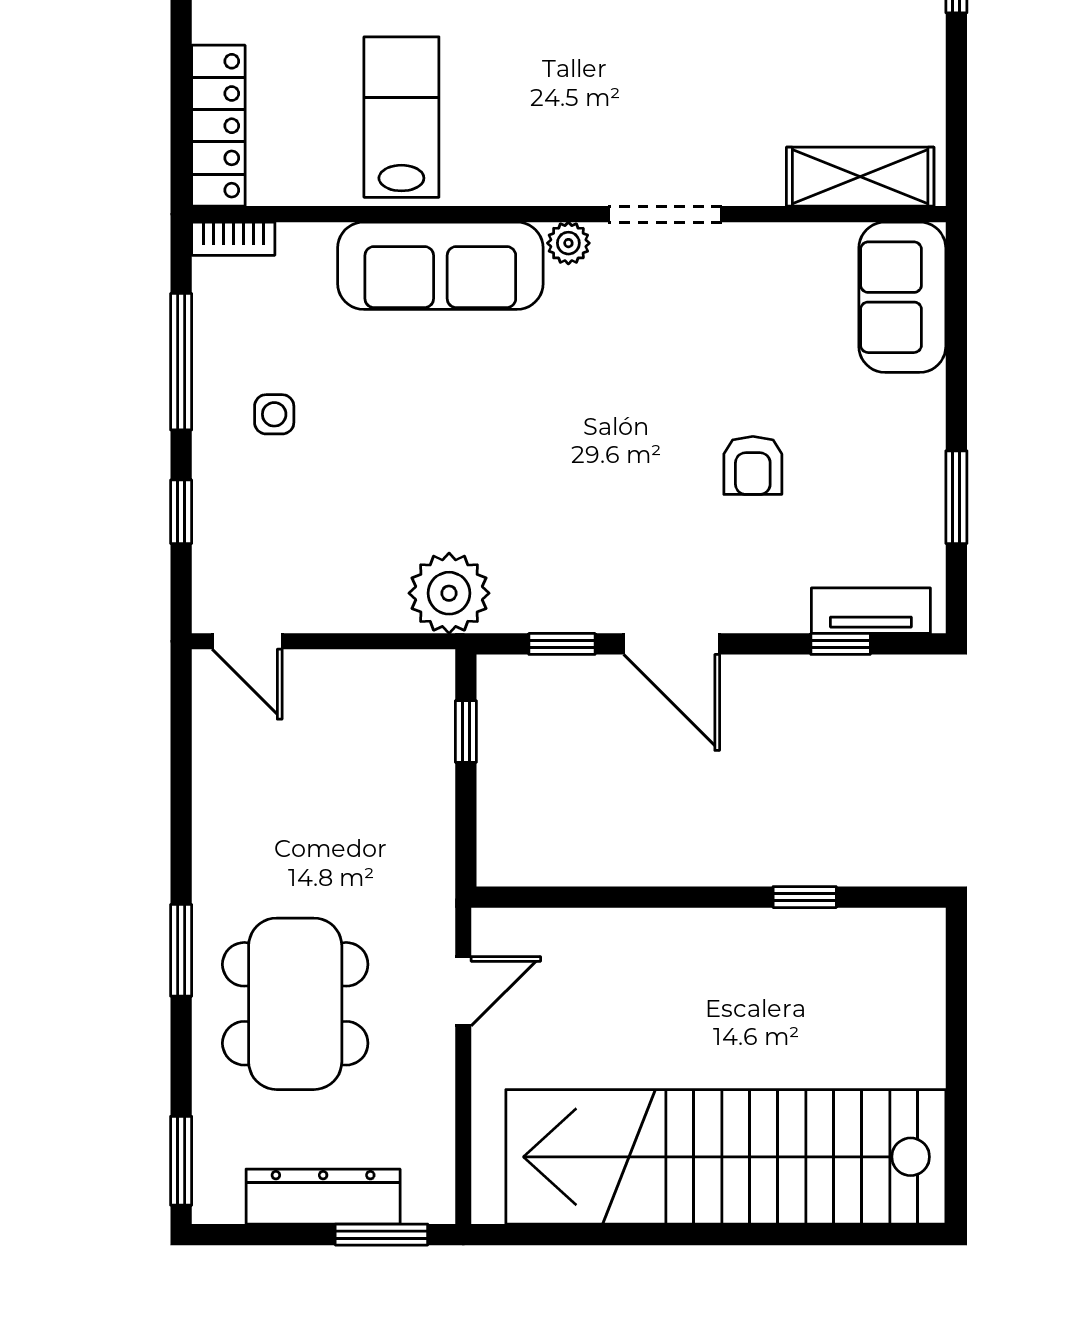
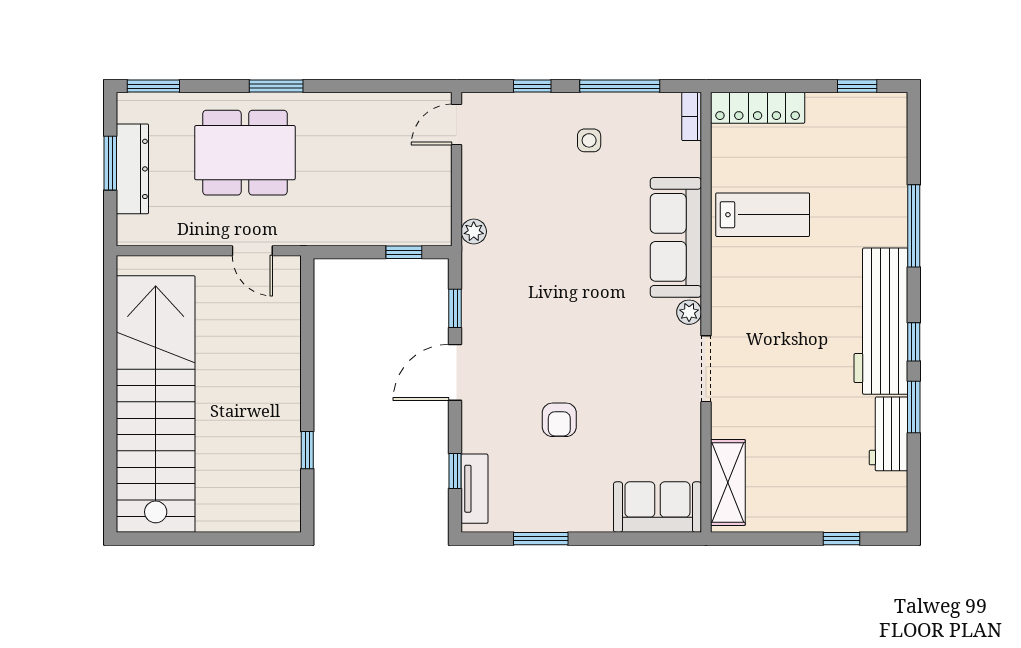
armchair: (753, 465) -> (559, 420), turned -90
plant: (449, 593) -> (474, 231), width x0.53, depth x0.53
window: (381, 1235) -> (110, 163), moved

